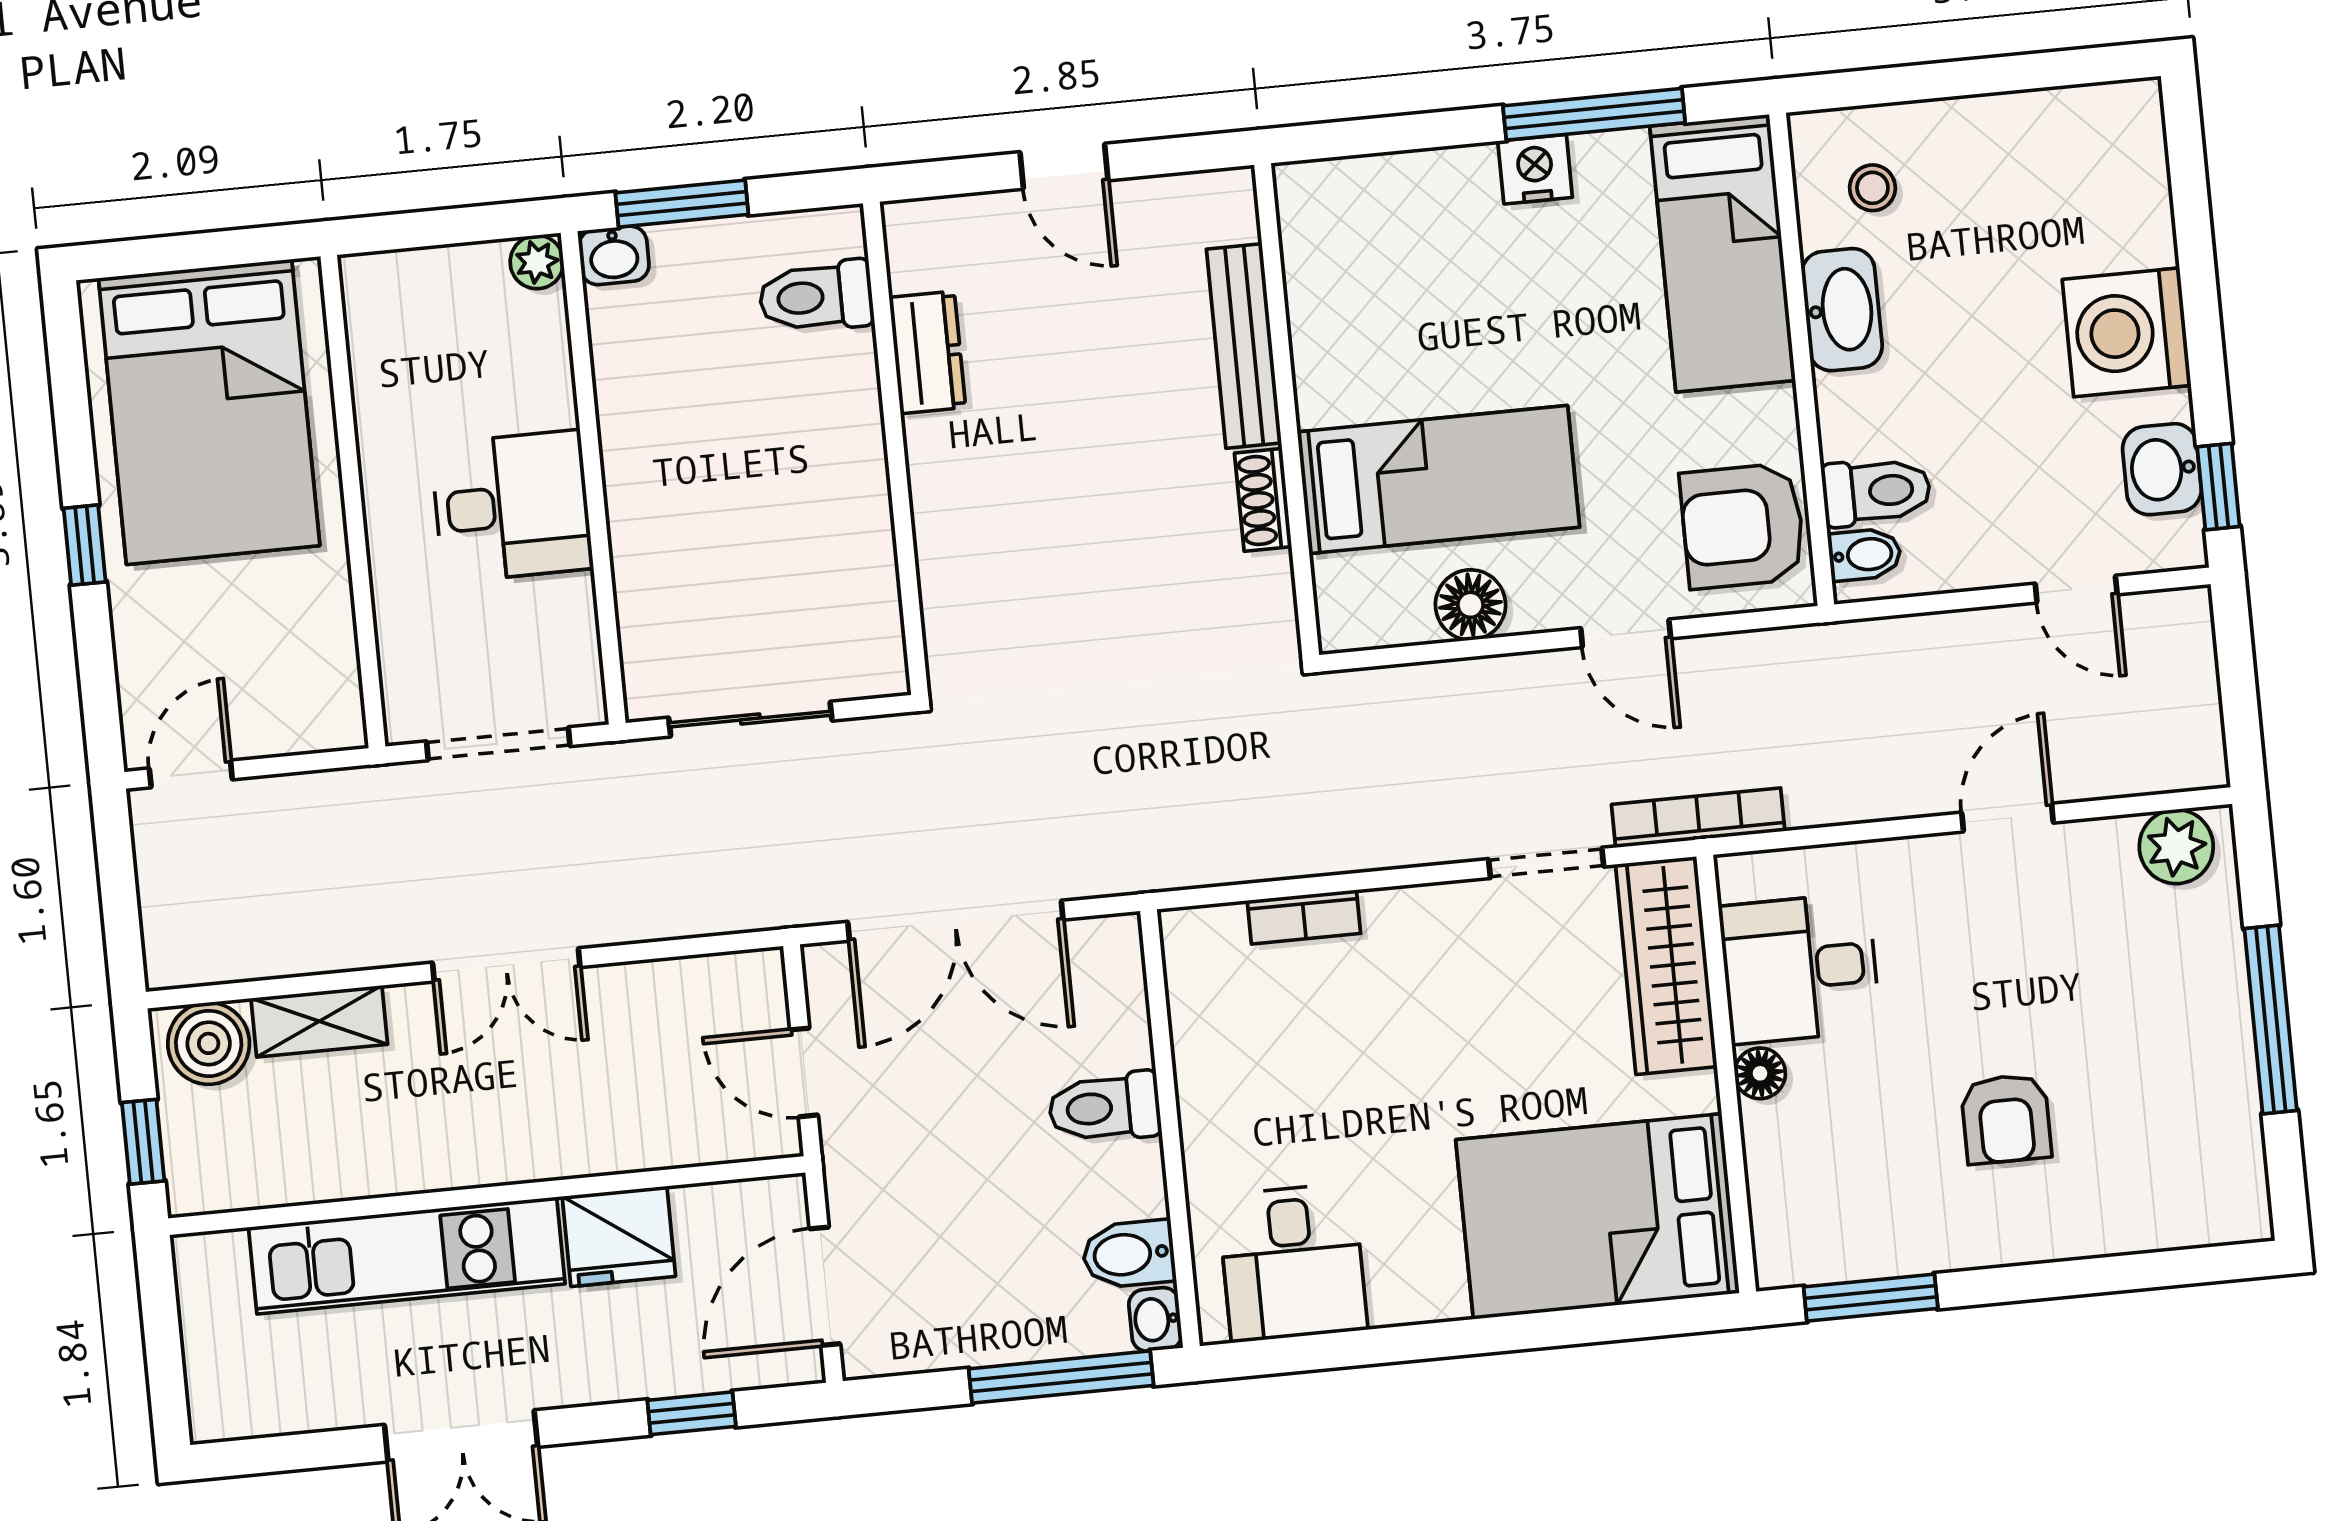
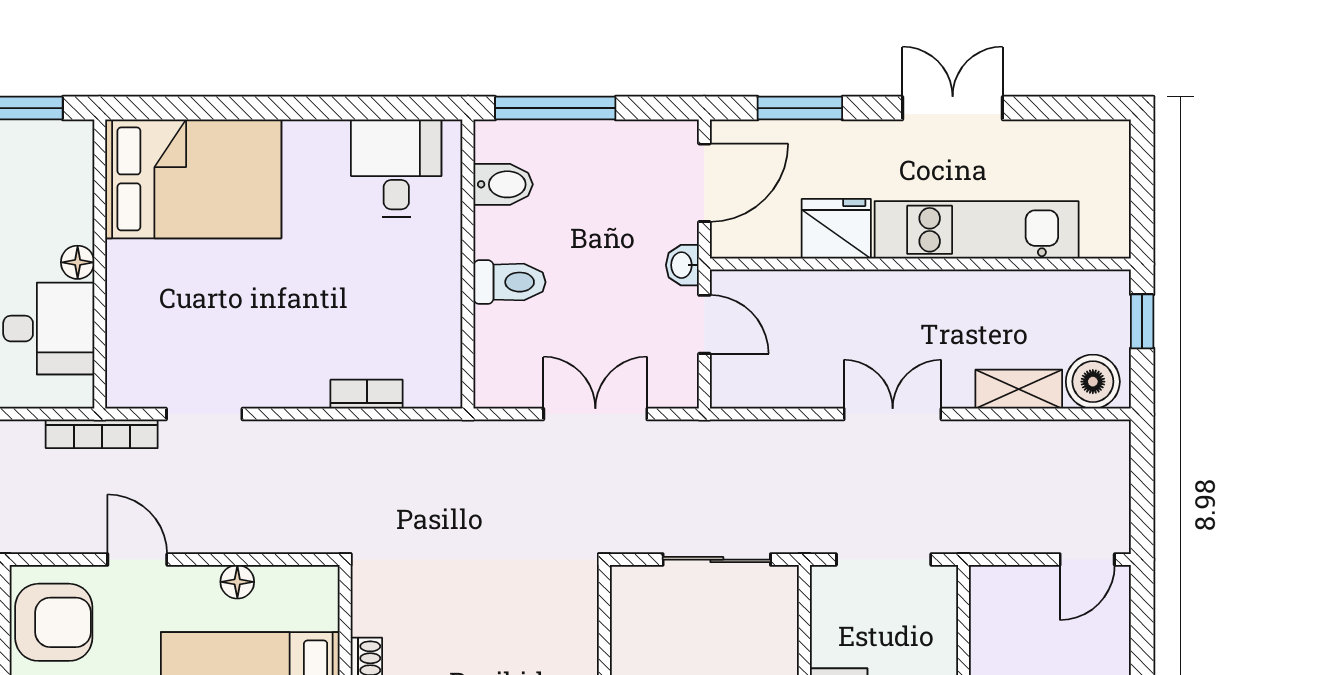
floor lamp: (1470, 605) -> (237, 582), width x0.73, depth x0.73
double door: (955, 921) -> (595, 414), width x0.73
wardrobe: (1666, 966) -> (132, 339), removed
washbasin: (1155, 1319) -> (682, 265), moved, turned 180
window: (692, 1413) -> (800, 108), width x1.50

